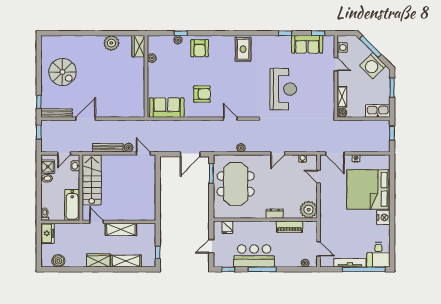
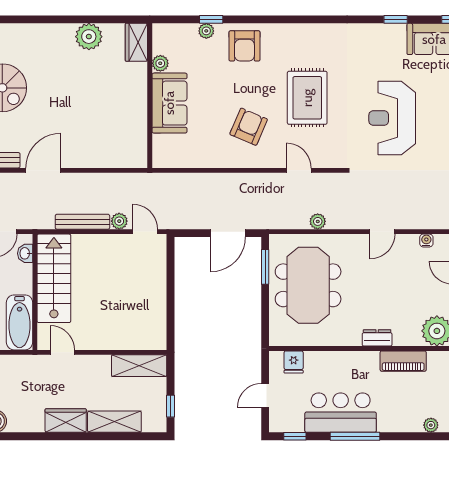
rug: (243, 49) -> (307, 98), moved, width x1.36, depth x1.43
reception desk: (283, 89) -> (392, 118), turned 180
armchair: (202, 94) -> (249, 127), turned -67
sofa: (167, 108) -> (169, 103), moved, turned 90
shelving: (121, 229) -> (139, 366), moved

